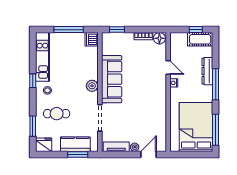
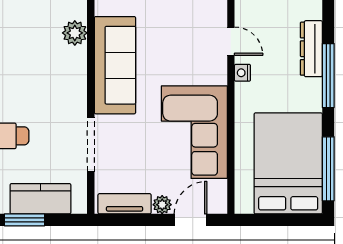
plant: (92, 86) -> (75, 33), moved
corner sofa: (150, 112) -> (194, 132), added
window: (78, 155) -> (25, 220), moved

